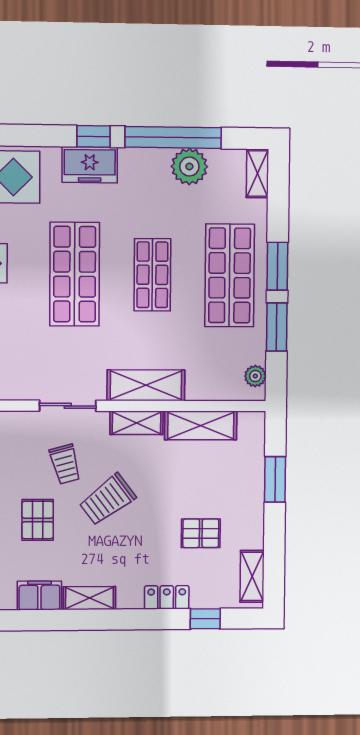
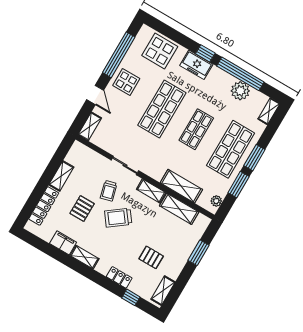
shelving: (146, 385) -> (181, 186), moved

